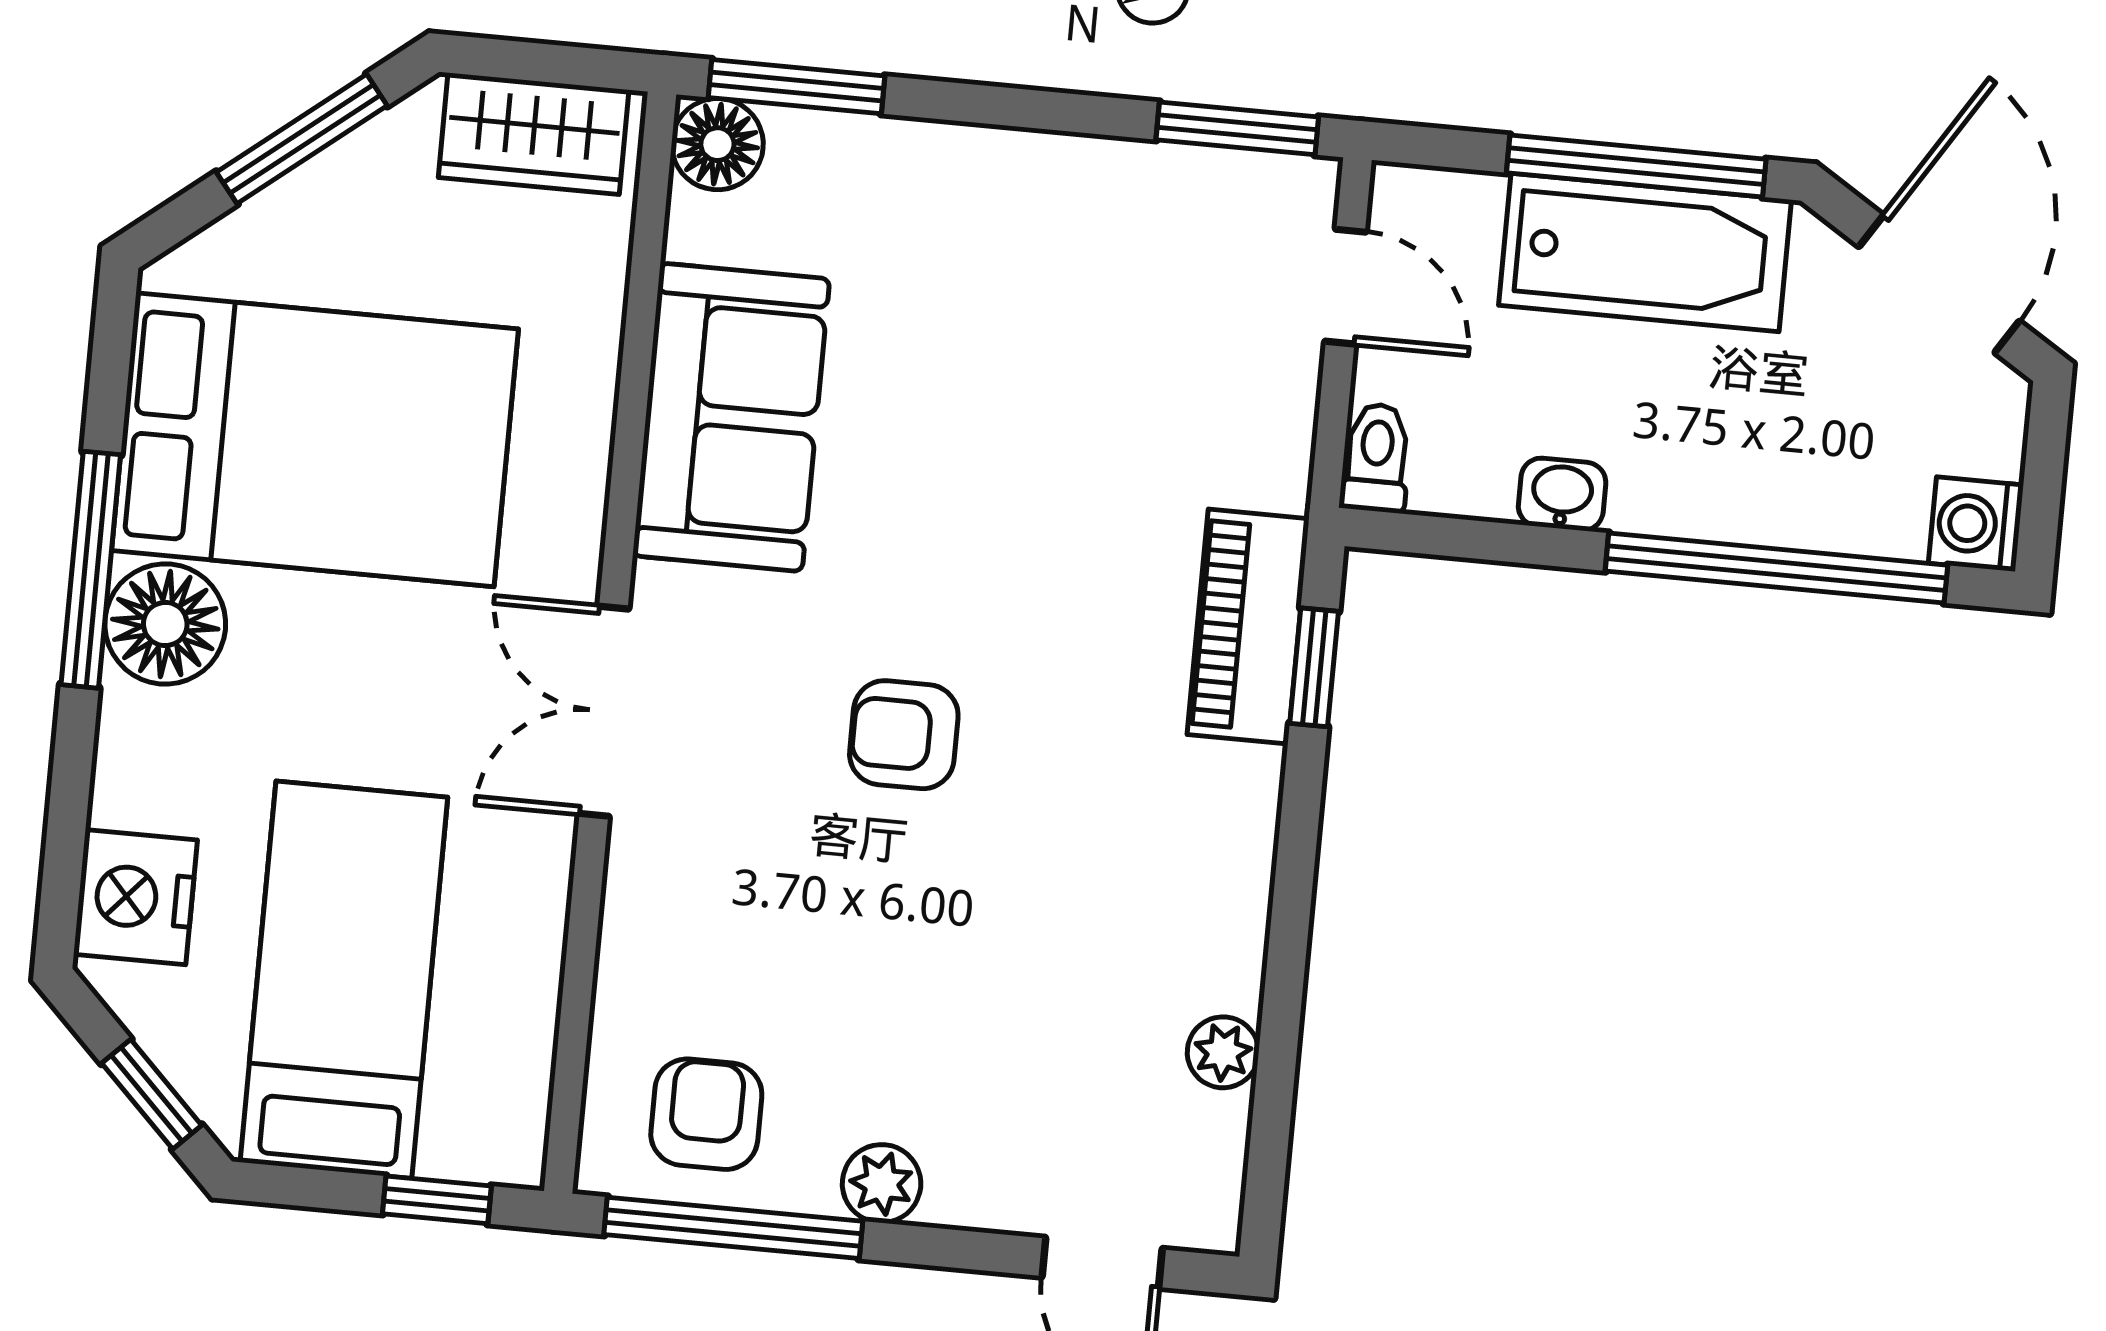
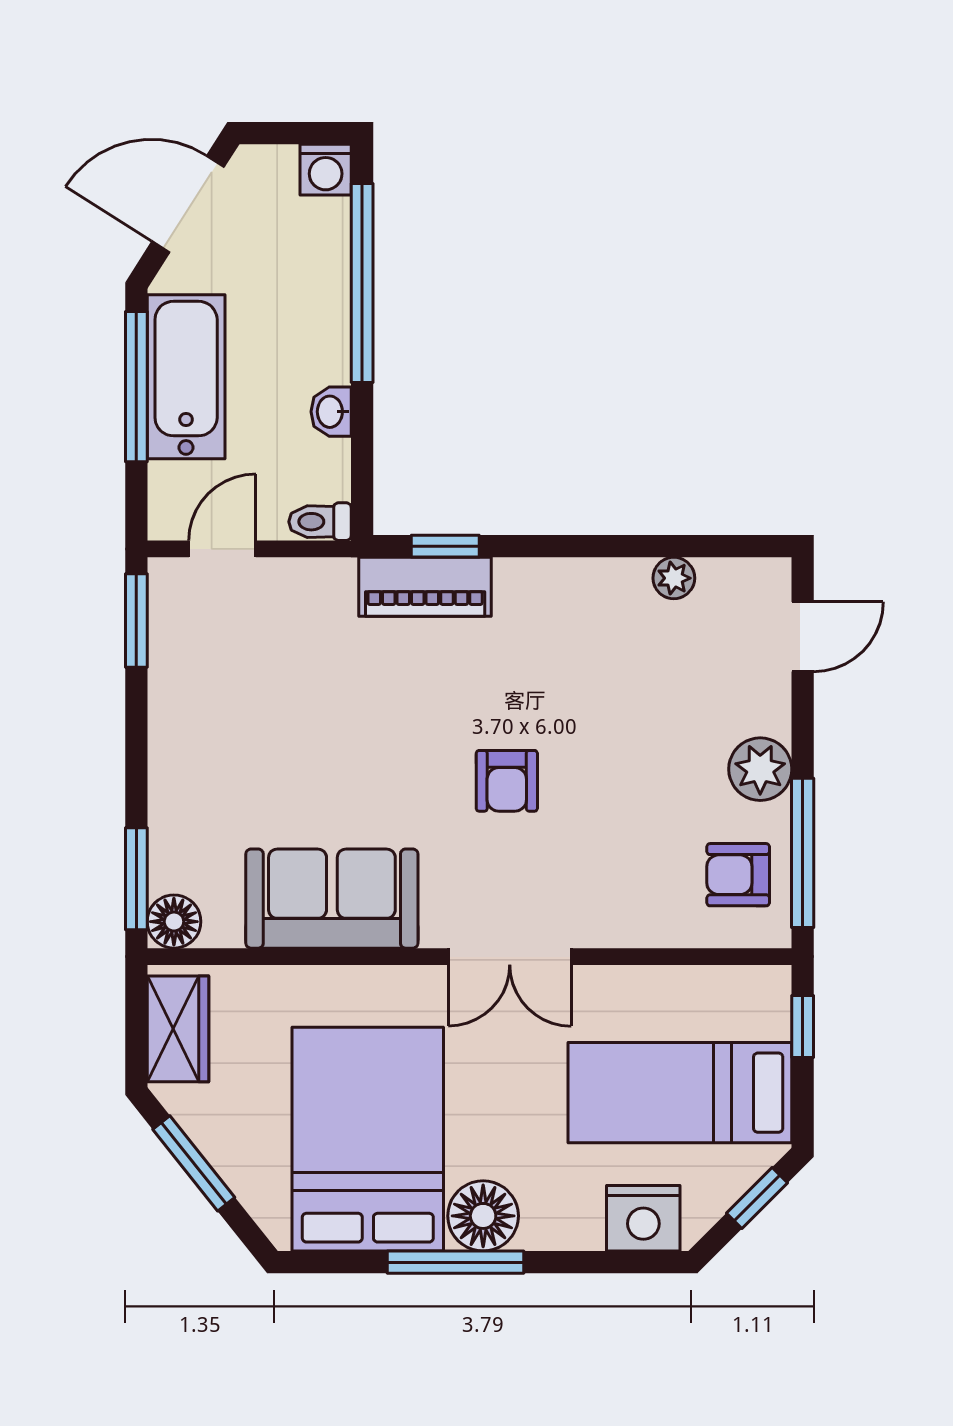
plant: (882, 1184) -> (760, 769), width x1.38, depth x1.38

